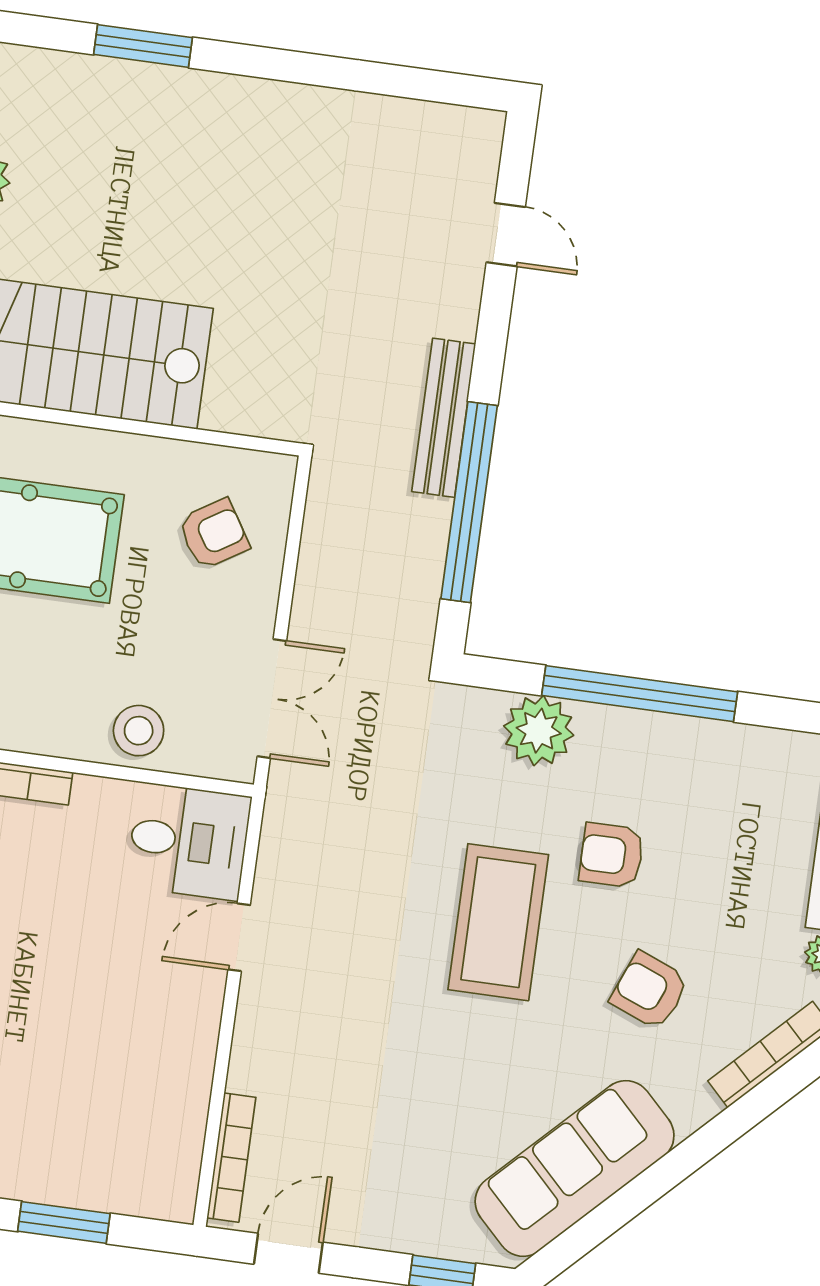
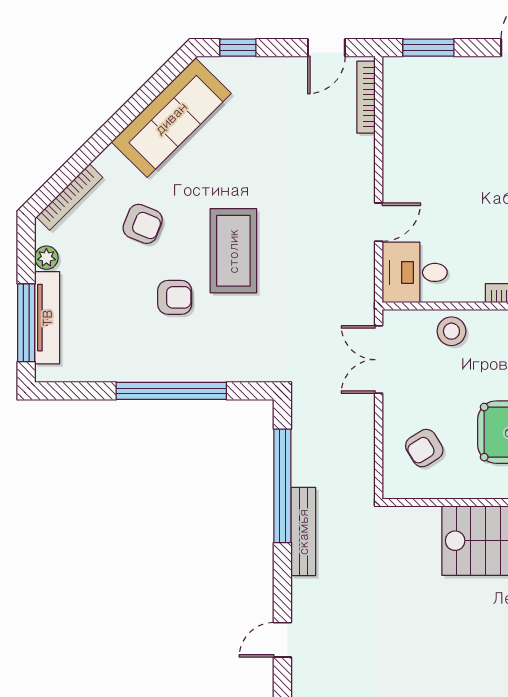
door: (506, 235) -> (282, 640), hinge flipped
plant: (539, 731) -> (225, 362), removed
window: (64, 1222) -> (428, 48), moved

